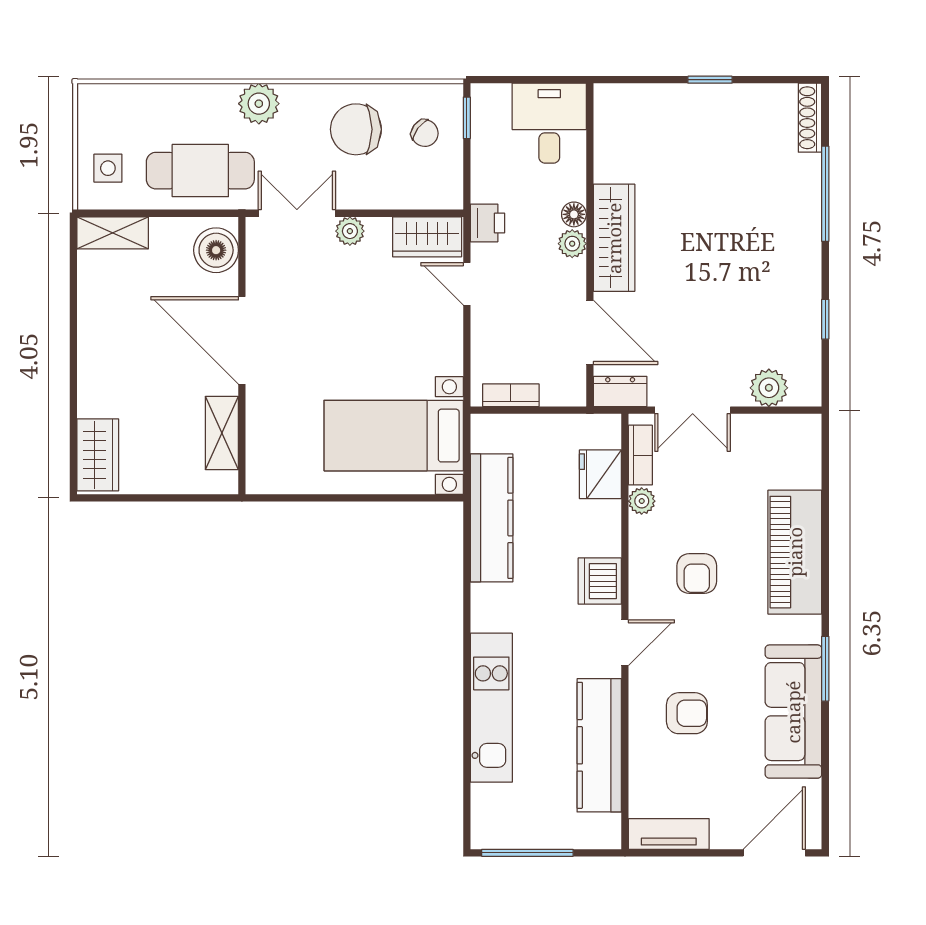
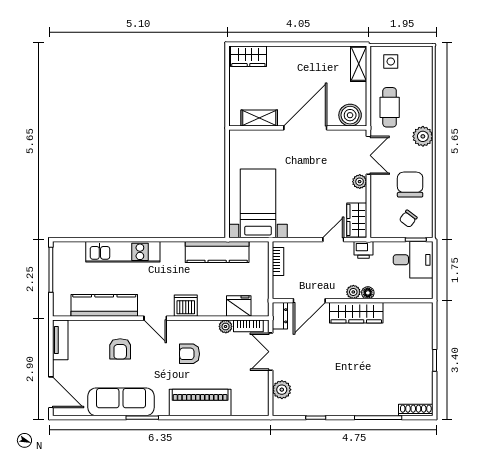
desk: (549, 123) -> (413, 260), moved
cafe table: (200, 171) -> (390, 107), width x0.73, depth x0.74

